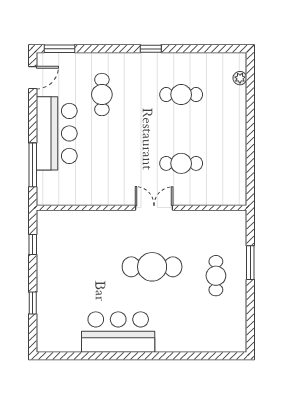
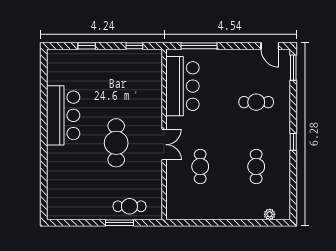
bar counter: (57, 133) -> (182, 86), moved, turned -90
cafe table: (216, 276) -> (129, 206), moved

